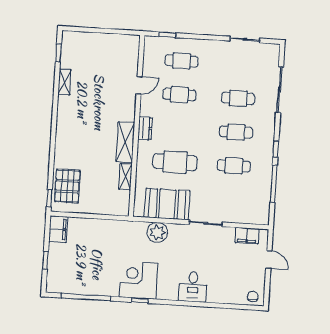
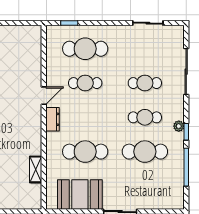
cafe table: (182, 61) -> (85, 49), width x1.37, depth x1.35
door: (139, 85) -> (44, 96), moved
shelving: (125, 142) -> (34, 134), removed
plant: (269, 143) -> (179, 126), added
cafe table: (234, 166) -> (145, 152), width x1.37, depth x1.35

